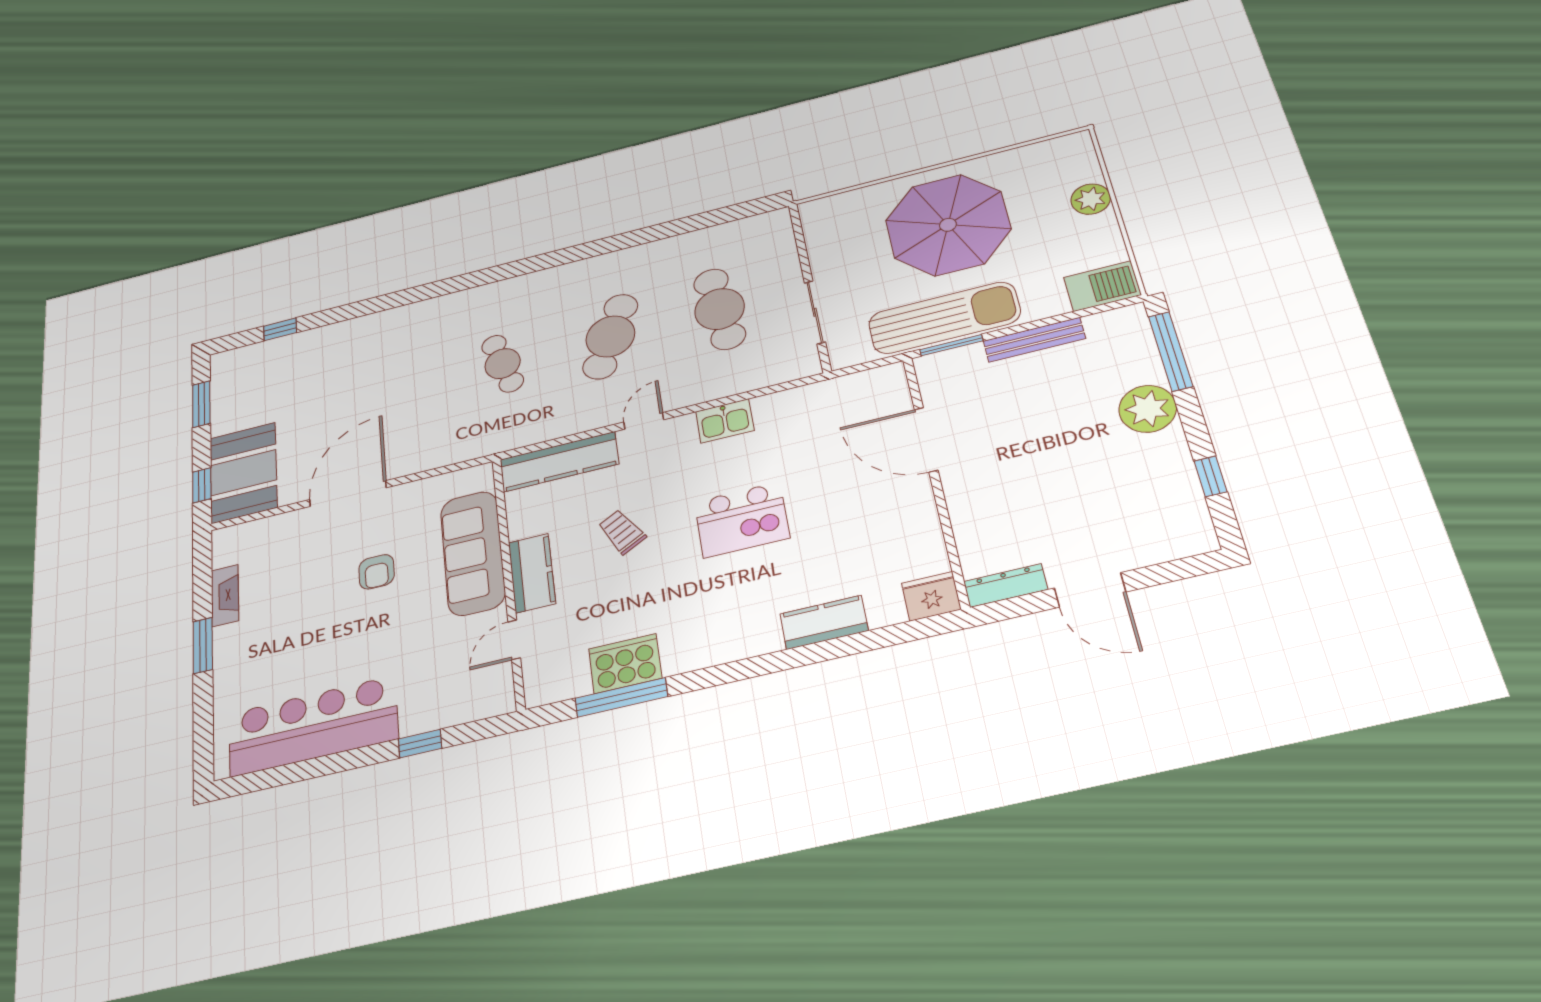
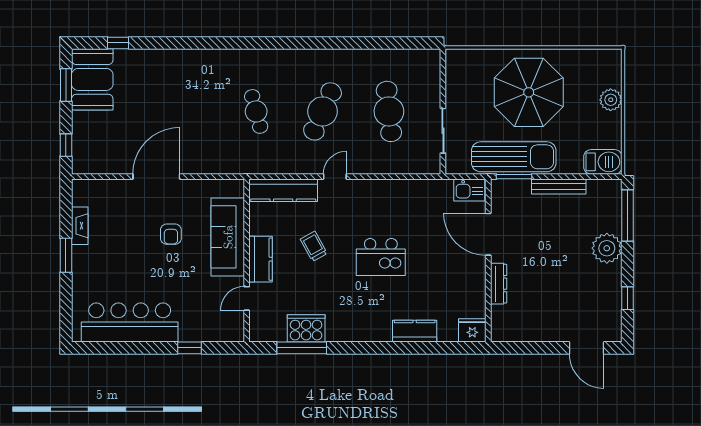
kitchen sink: (725, 421) -> (469, 190), moved
booth: (243, 473) -> (92, 79), moved
dresser: (1006, 585) -> (499, 284), moved, turned 90
door: (1090, 590) -> (587, 348), moved

